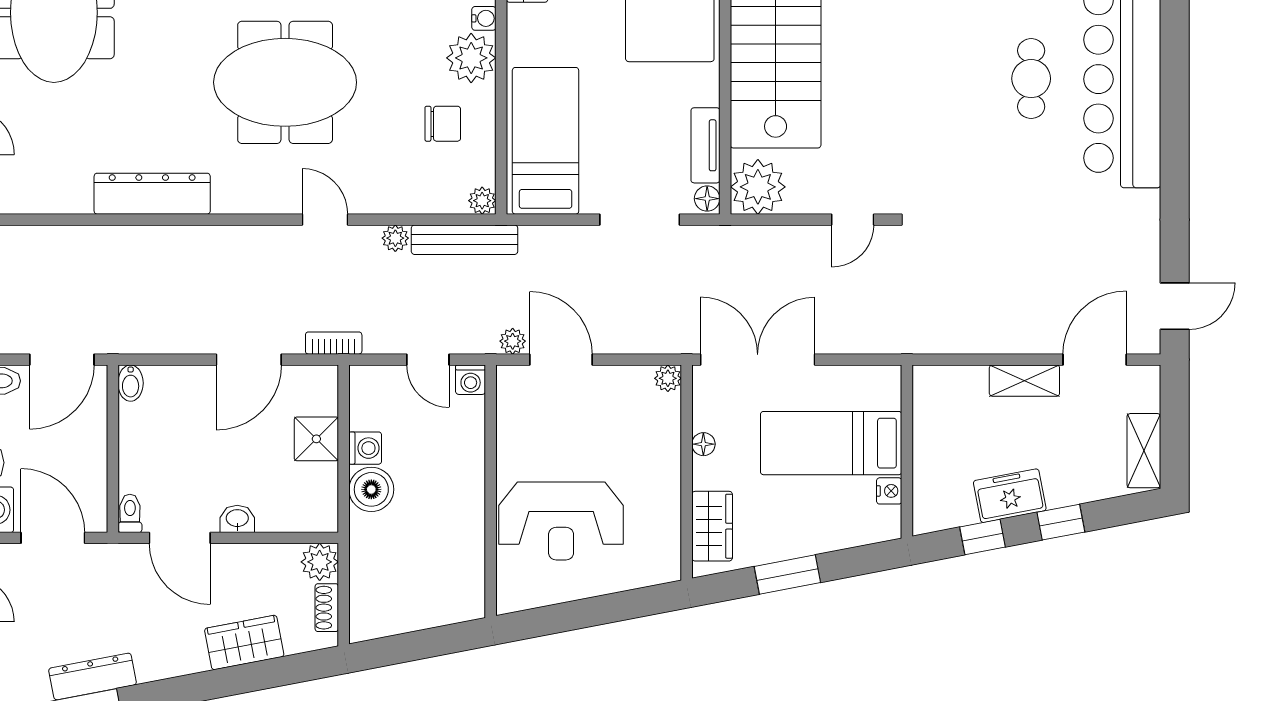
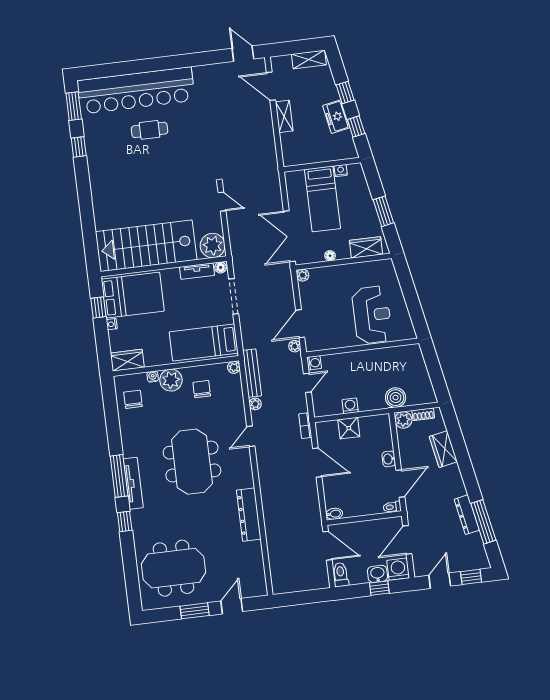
boiler: (371, 489) -> (396, 398), moved

